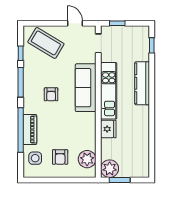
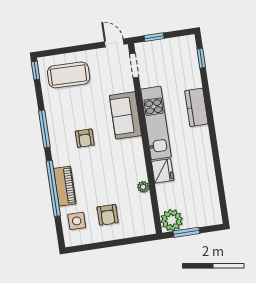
door: (75, 23) -> (114, 43), moved
coffee table: (46, 43) -> (69, 75), turned -30
window: (21, 53) -> (36, 70), moved
kitchen counter: (142, 83) -> (196, 107), width x0.67
sofa: (86, 88) -> (125, 115), width x0.73
plant: (87, 159) -> (143, 187), moved, width x0.53, depth x0.53

